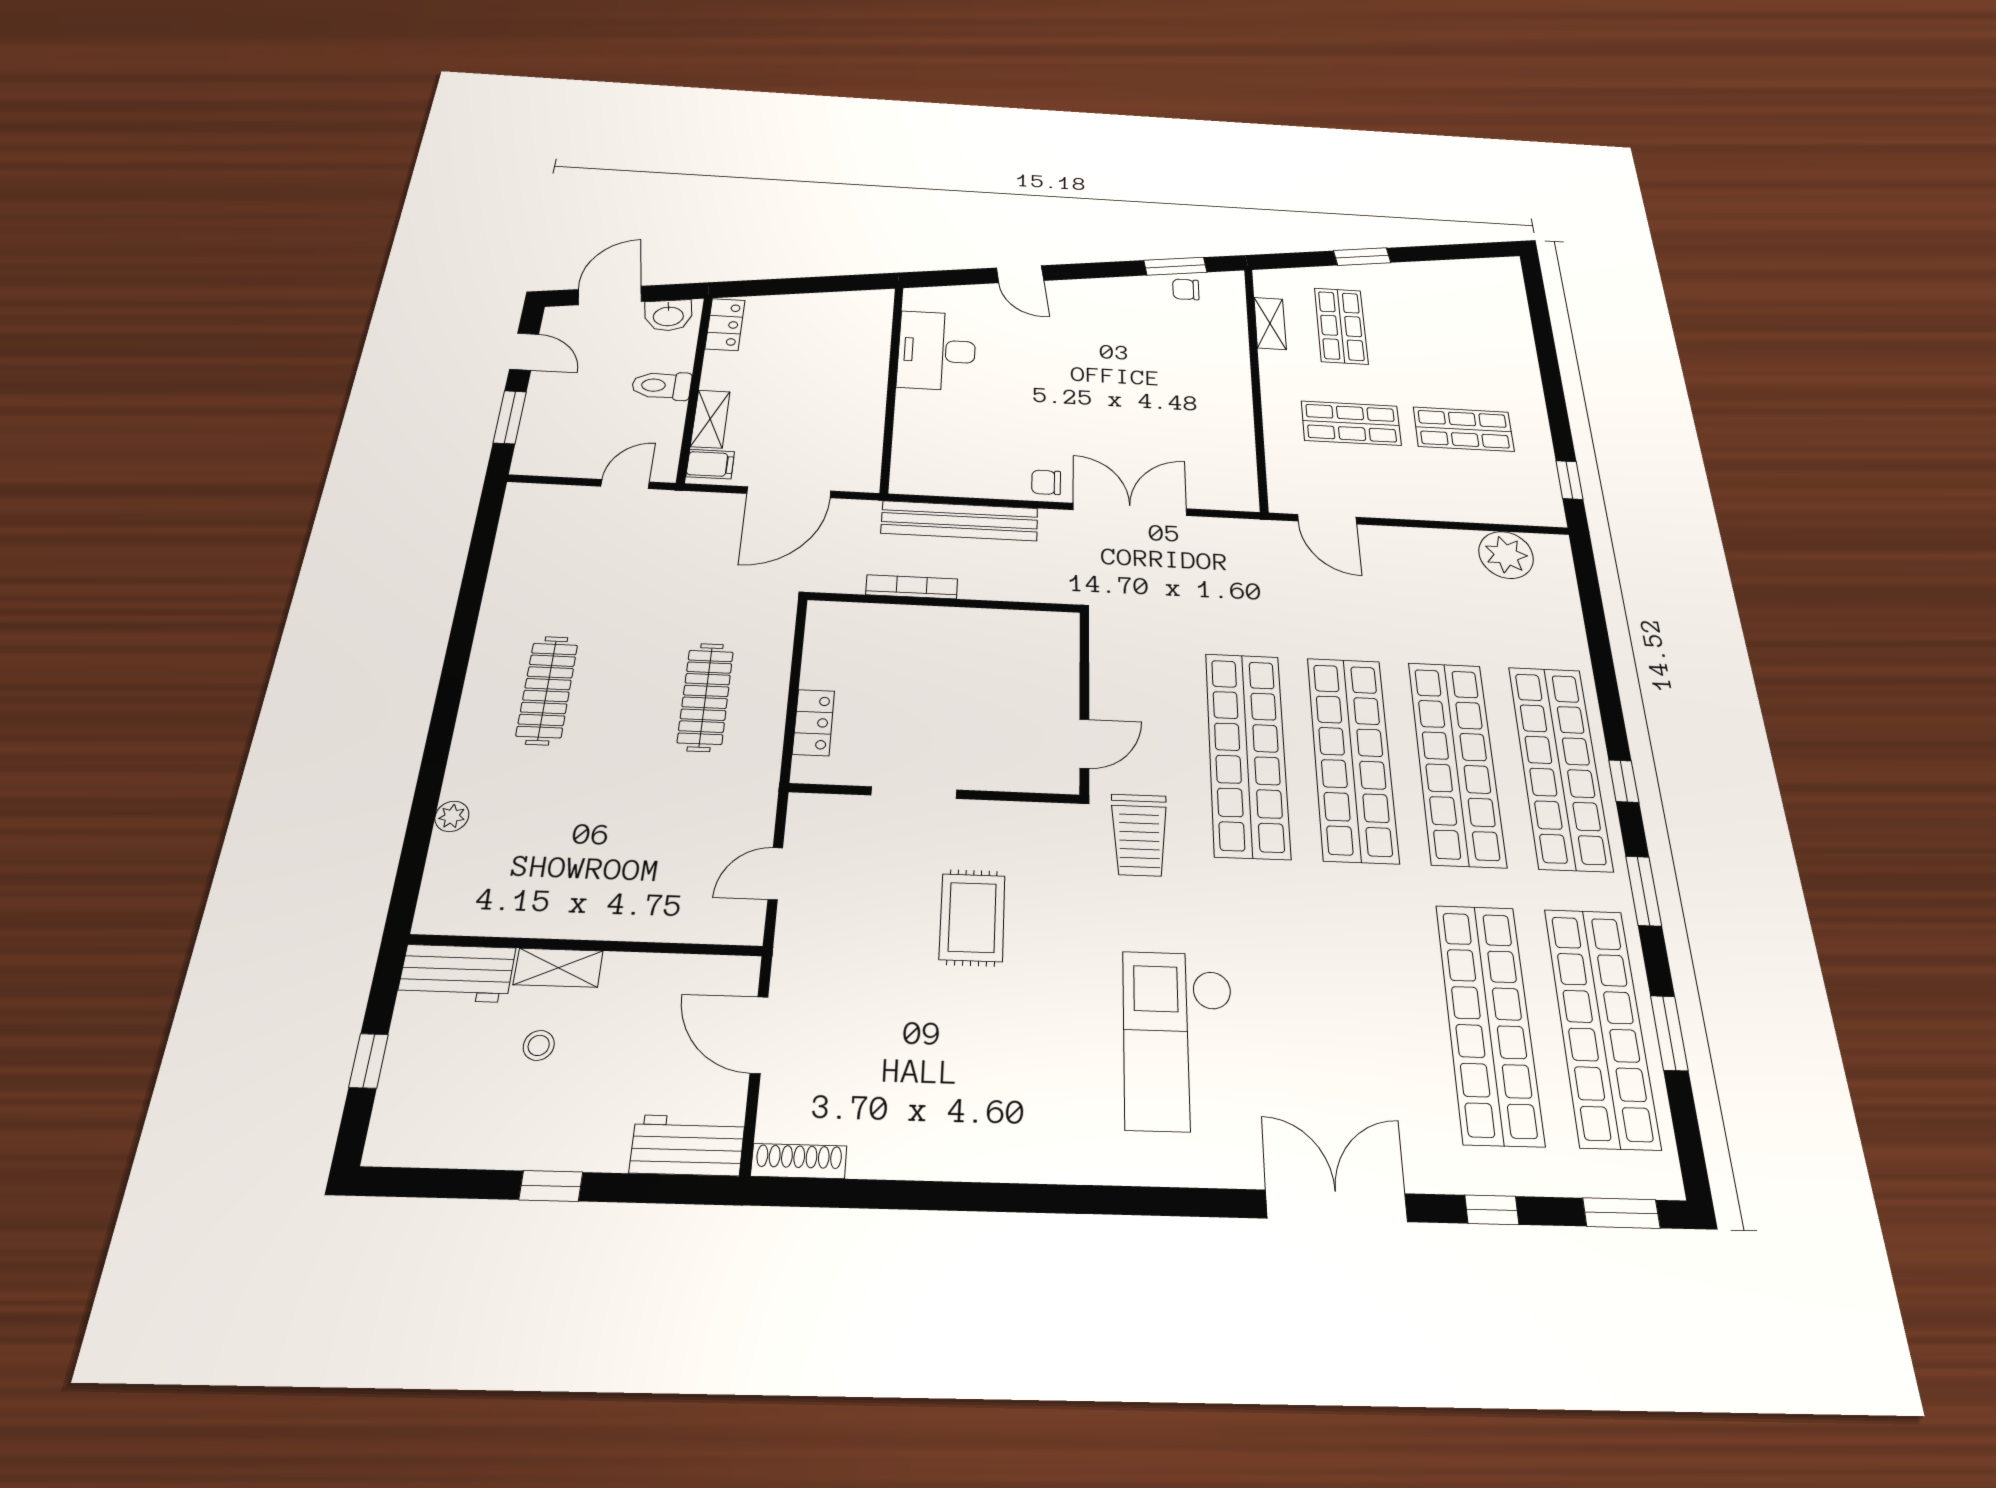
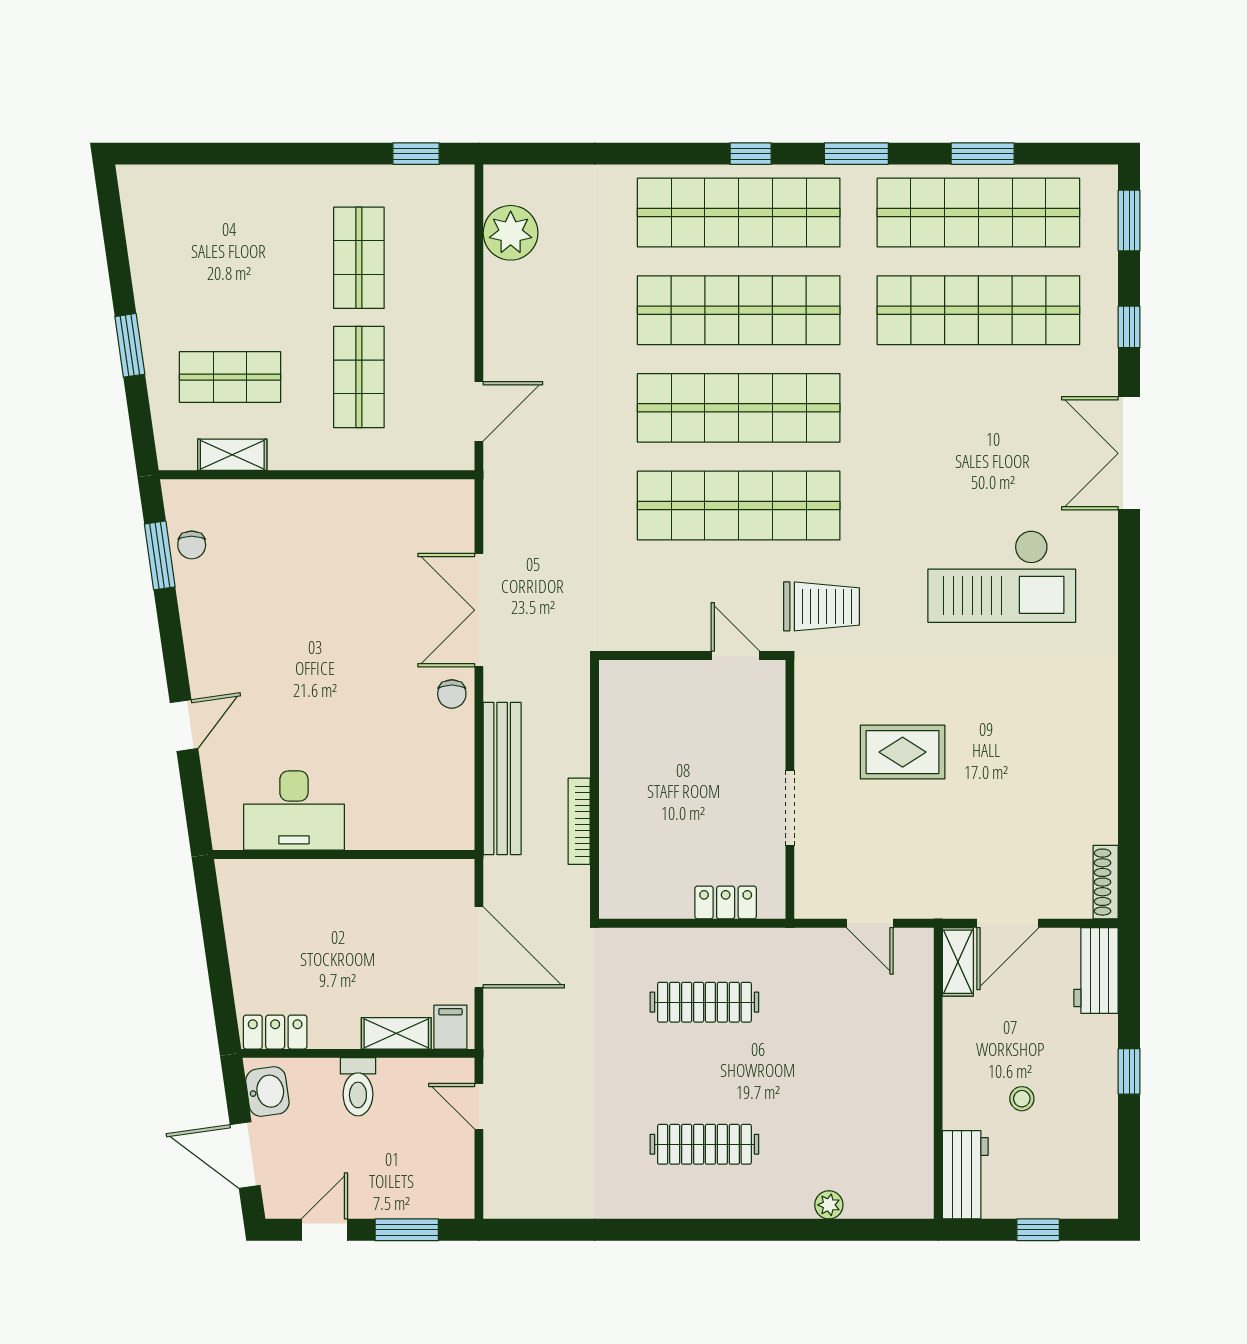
shelving: (558, 968) -> (958, 962), moved

